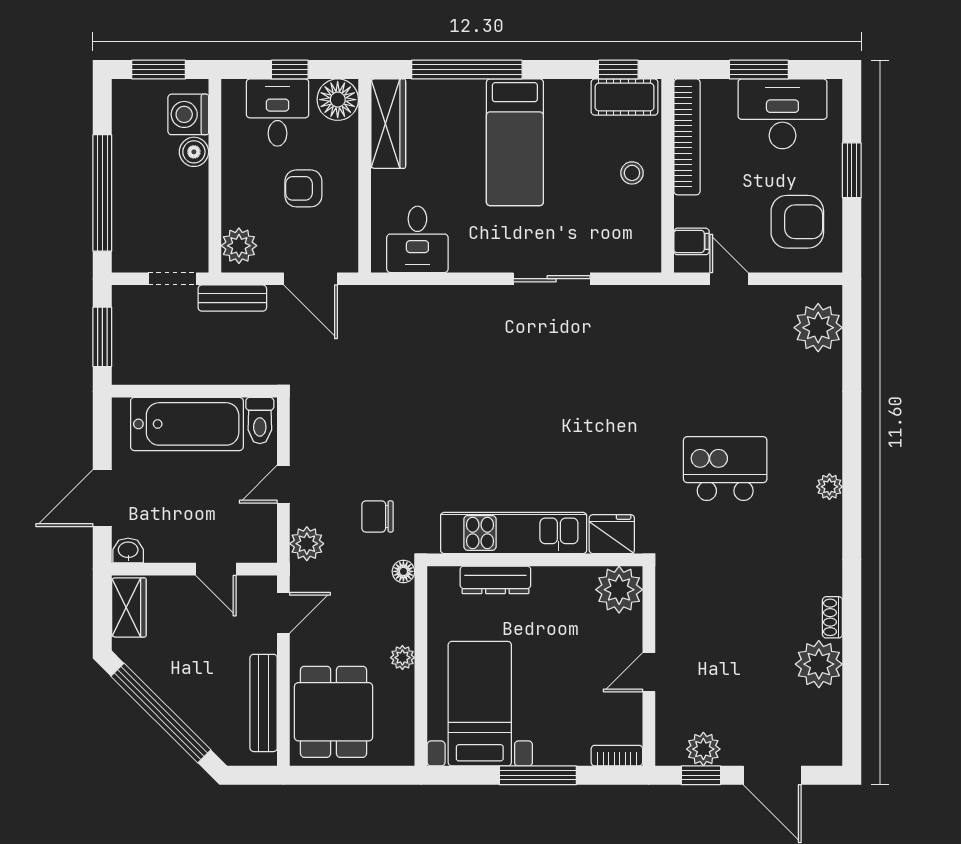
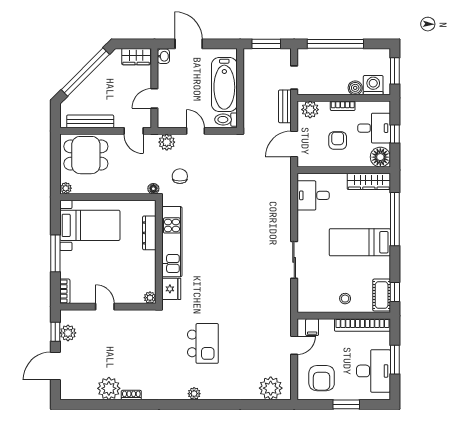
bookcase: (231, 178) -> (343, 106), added
plant: (619, 590) -> (150, 298), width x0.53, depth x0.53
plant: (402, 658) -> (66, 188), moved

